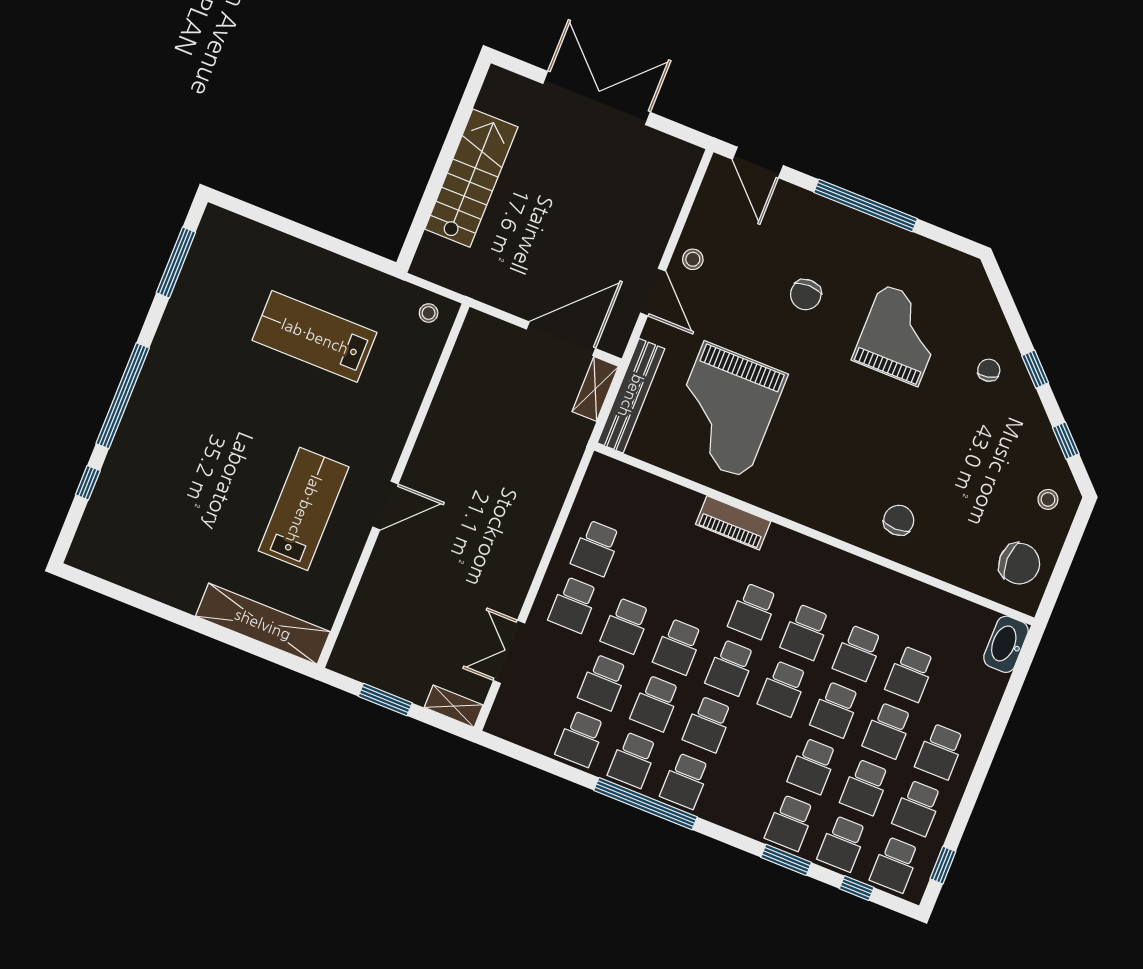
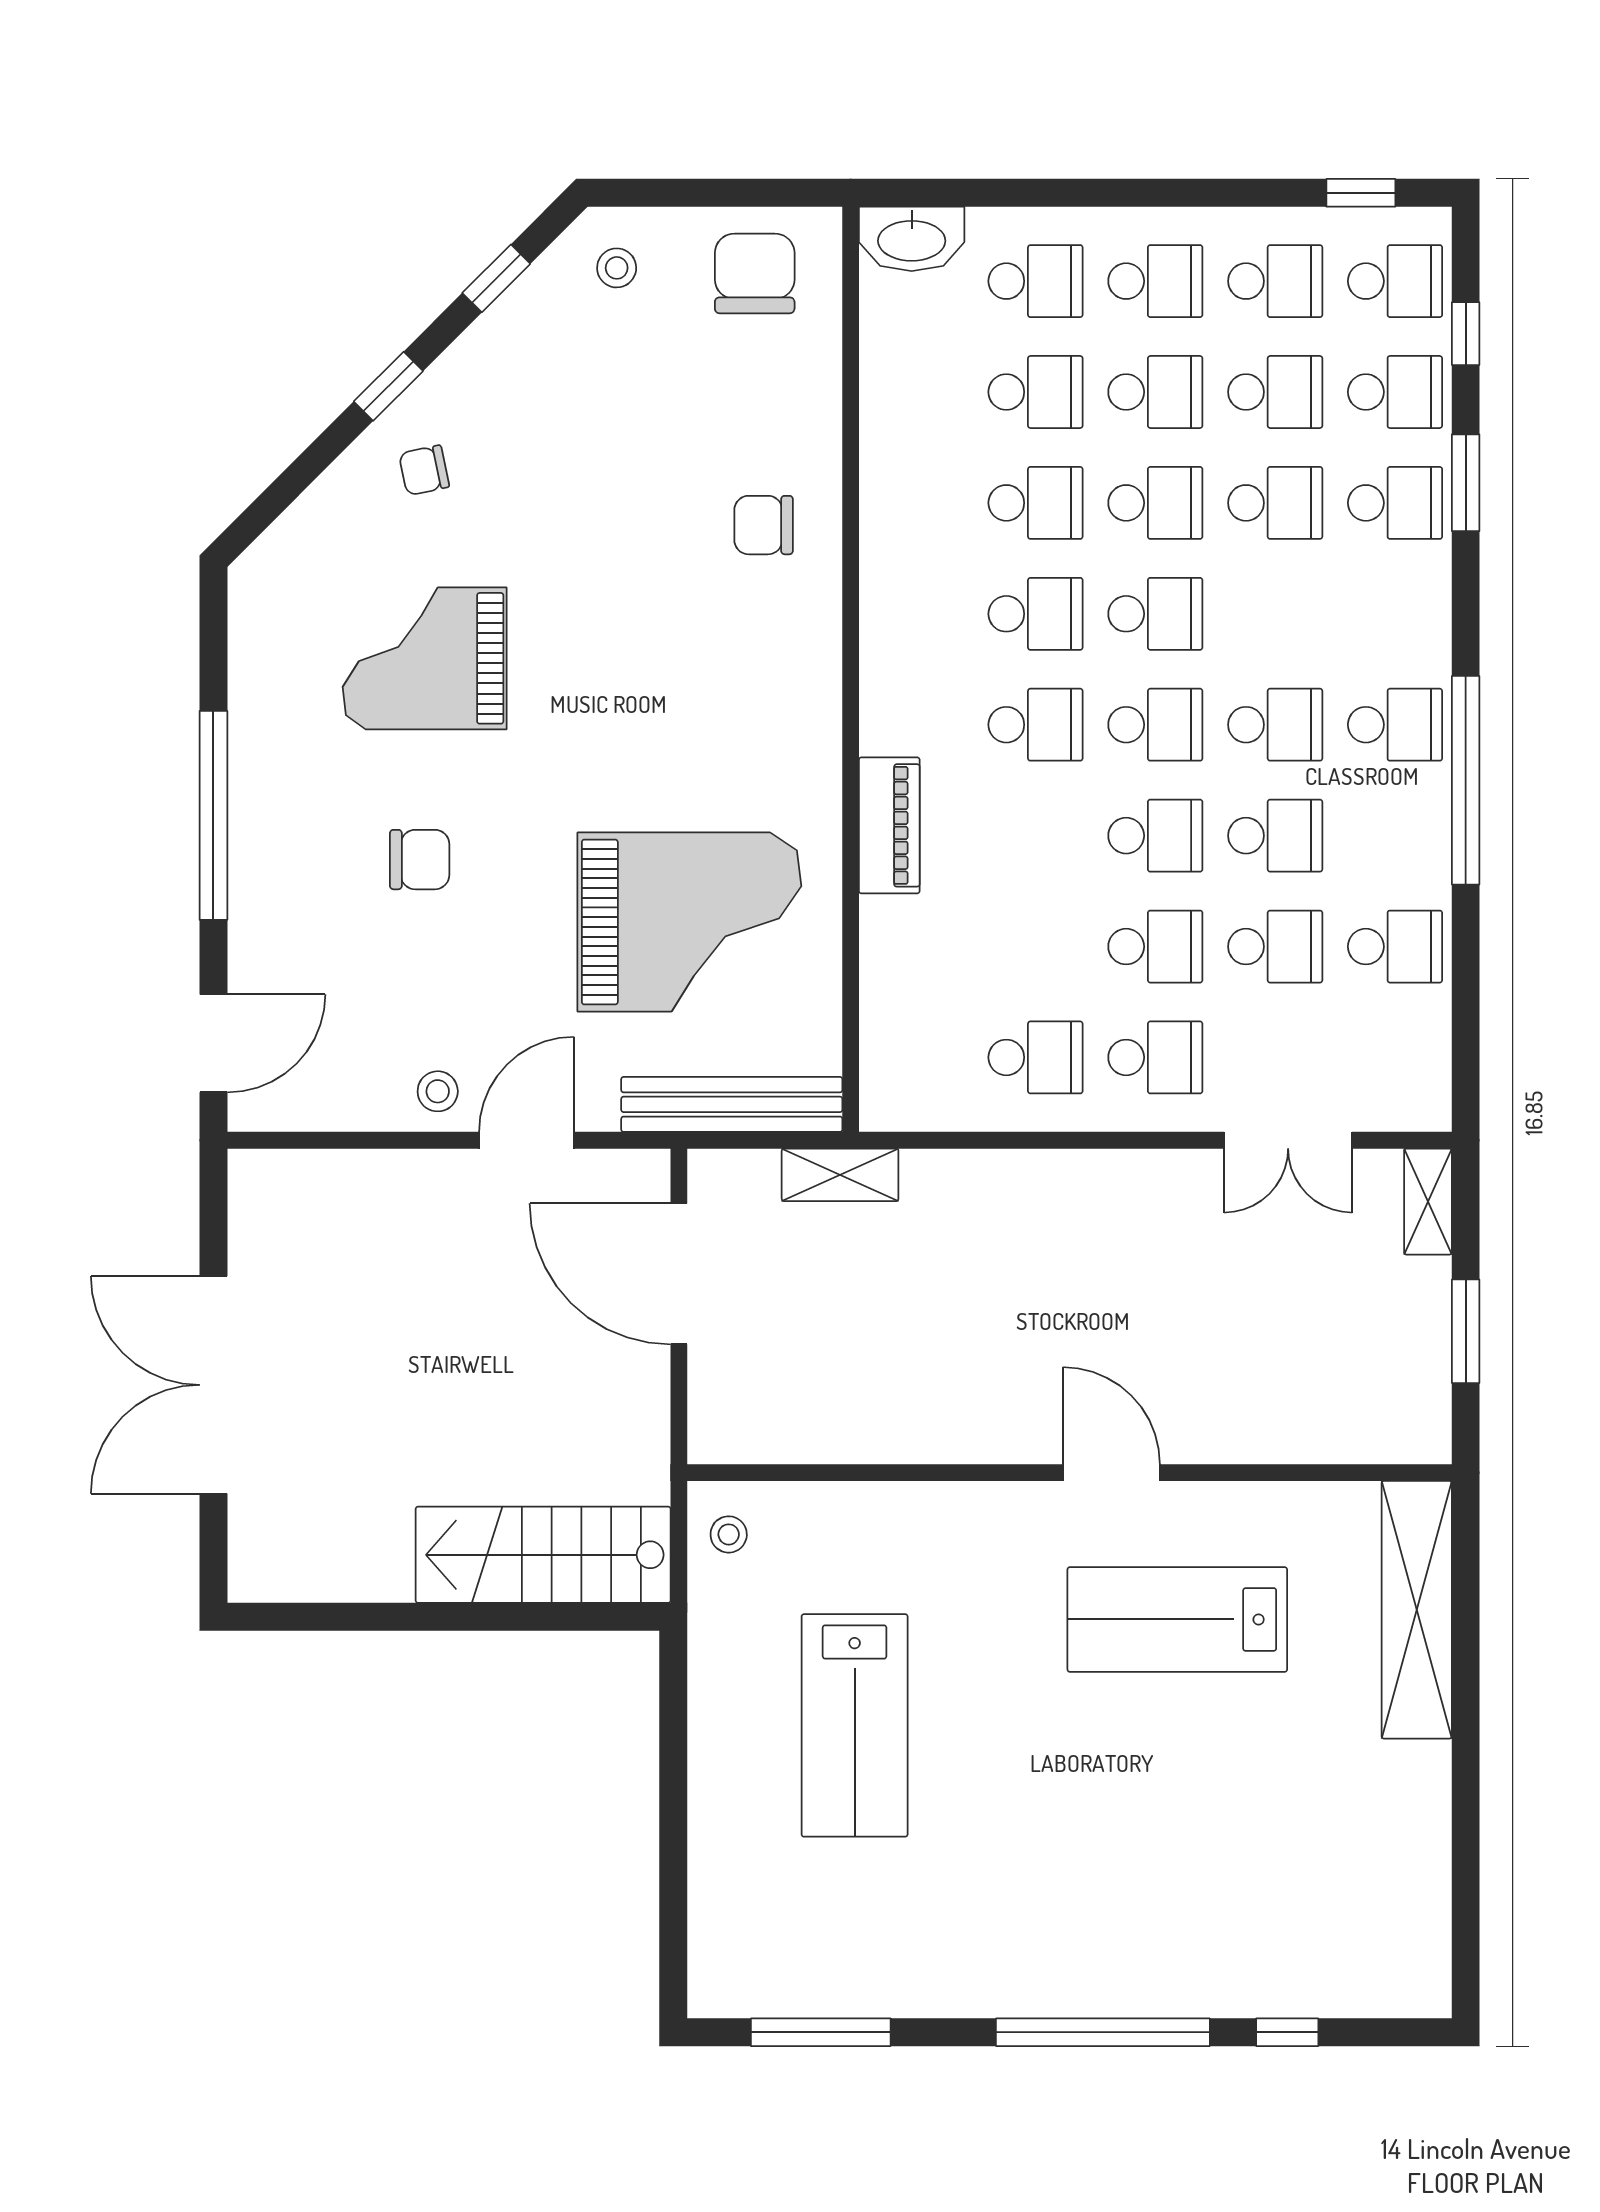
stairs: (471, 178) -> (543, 1555), moved
shelving: (595, 389) -> (840, 1175), moved
school desk: (633, 760) -> (1036, 281), moved

